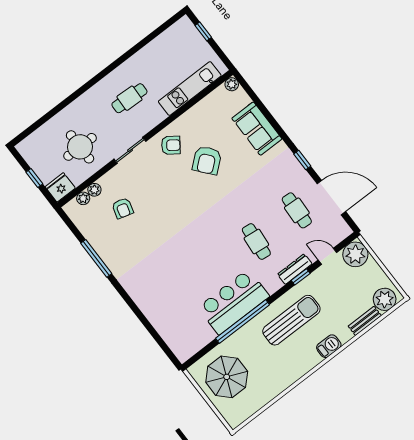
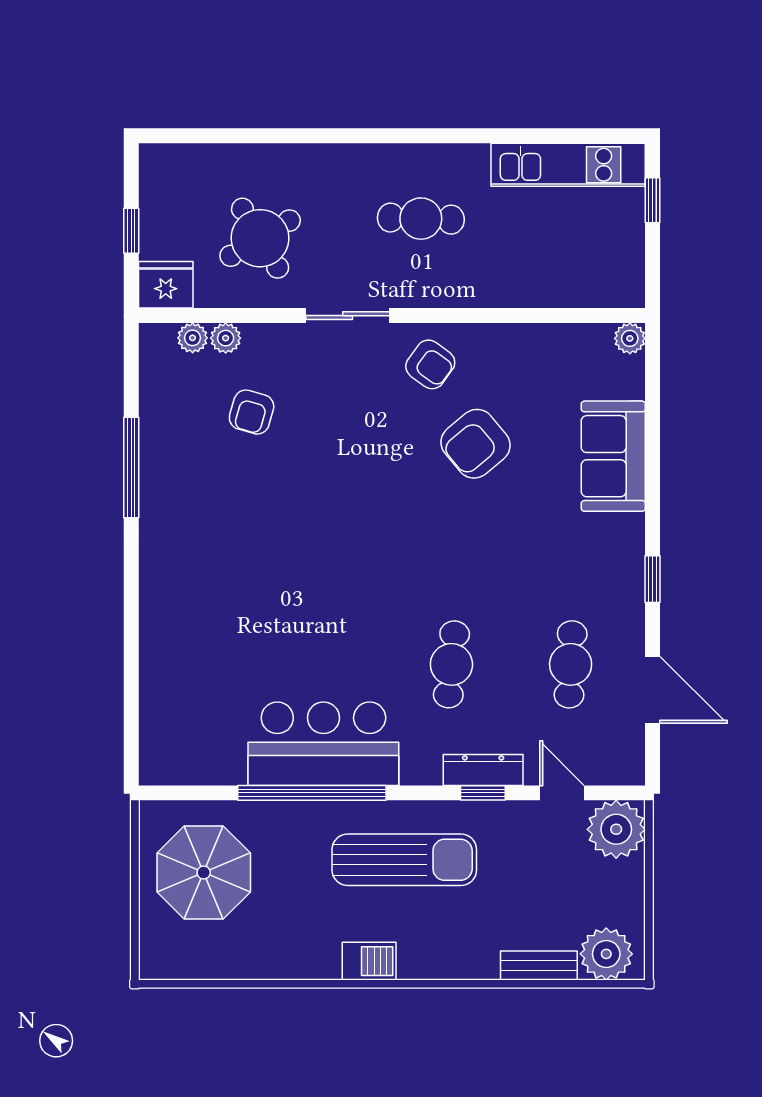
kitchen unit: (190, 89) -> (568, 165), moved, turned 180
round table: (80, 147) -> (260, 238), turned -31
door: (331, 198) -> (653, 690), width x0.73
barbecue: (329, 346) -> (369, 961), moved

